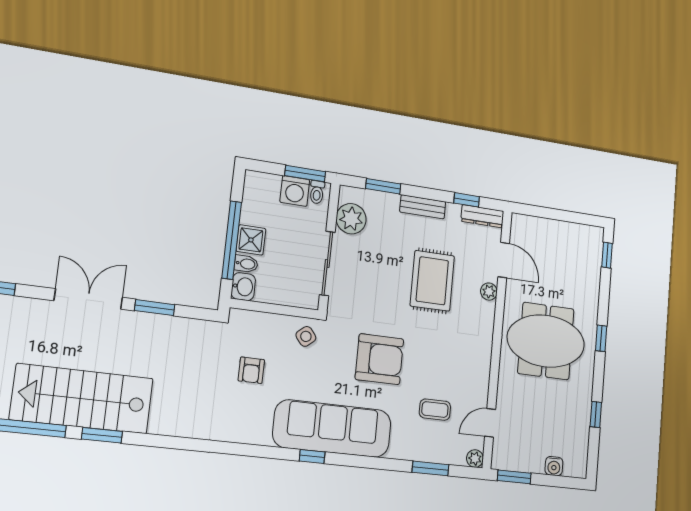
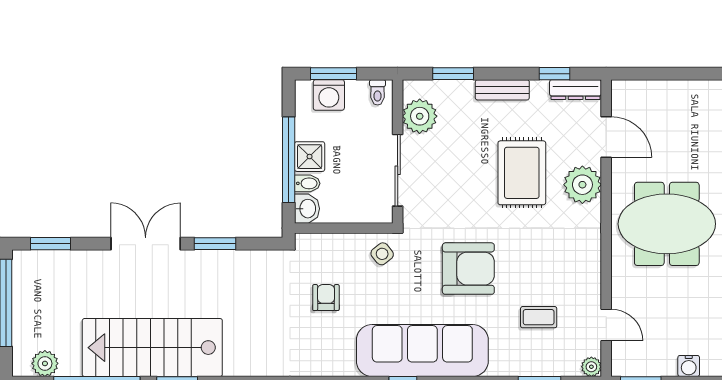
window: (305, 174) -> (334, 74), moved
washing machine: (295, 191) -> (329, 95), moved
plant: (489, 292) -> (582, 185), width x1.87, depth x1.87
armchair: (251, 370) -> (326, 298), turned 180
door: (490, 423) -> (606, 325), swing flipped

